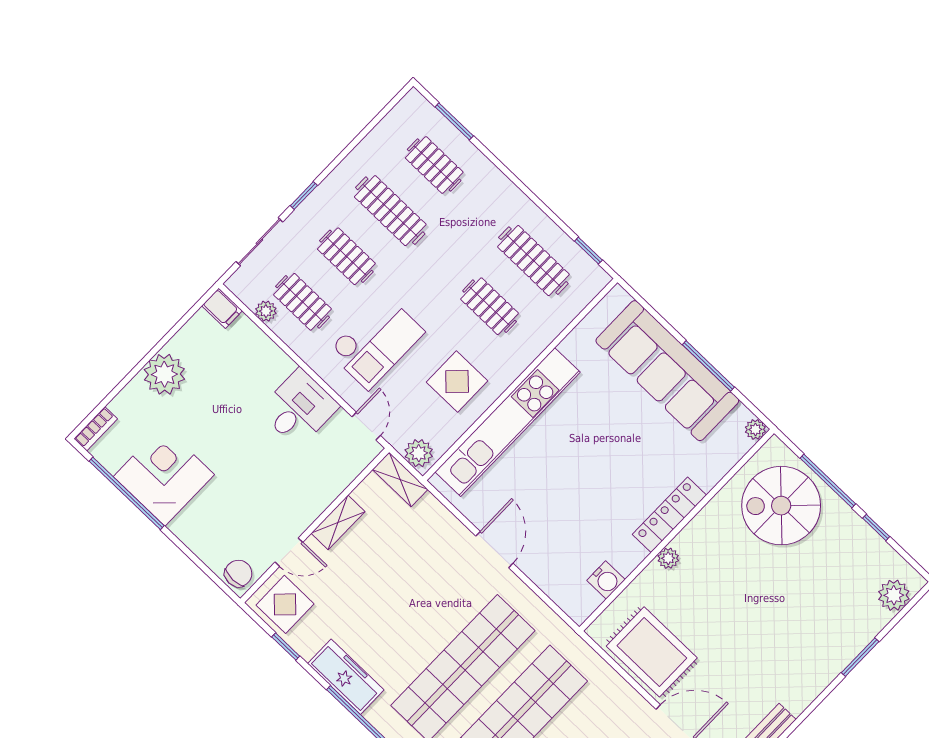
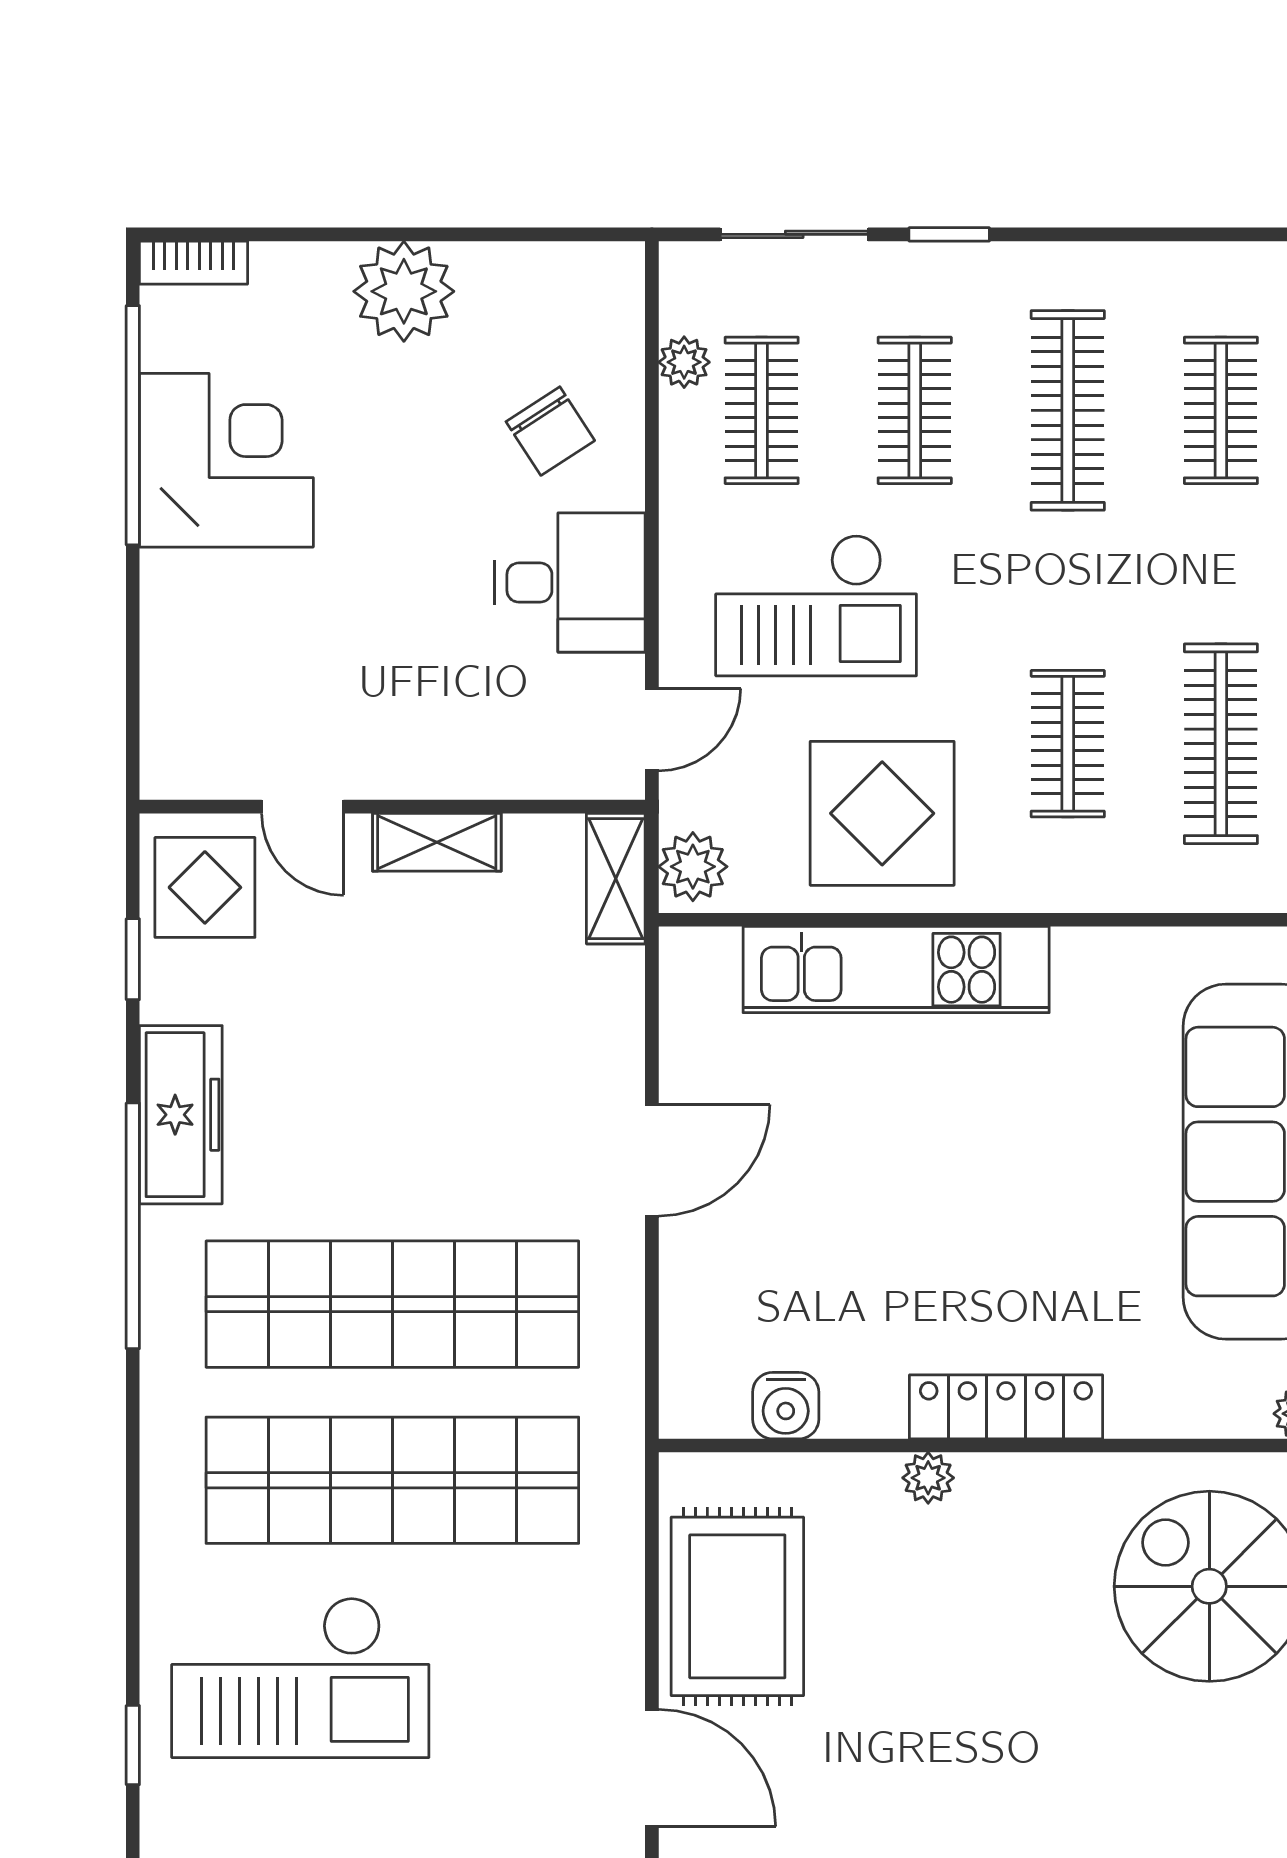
filing cabinet: (222, 308) -> (615, 281), removed
display table: (457, 381) -> (882, 813), width x1.36, depth x1.36
kitchen unit: (508, 422) -> (896, 970), width x0.73
chair: (238, 573) -> (550, 431), moved, turned 57

